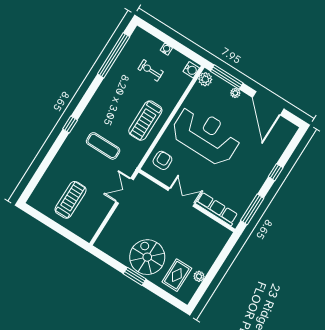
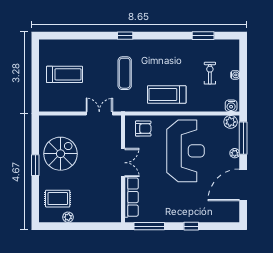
window: (114, 55) -> (203, 36), width x0.47
spiral stairs: (147, 257) -> (60, 154), moved

